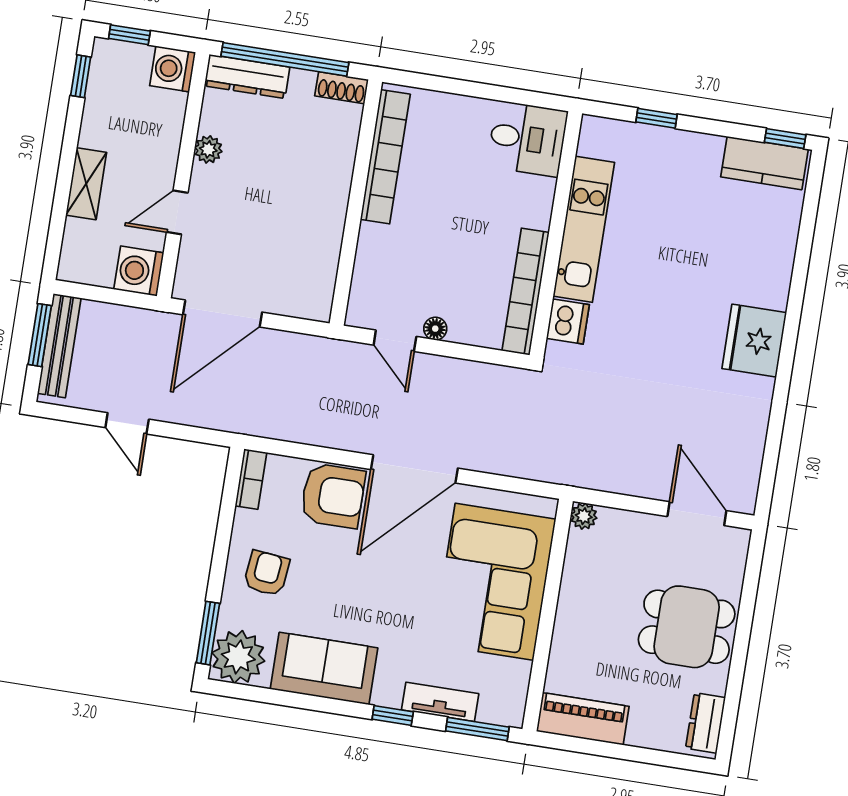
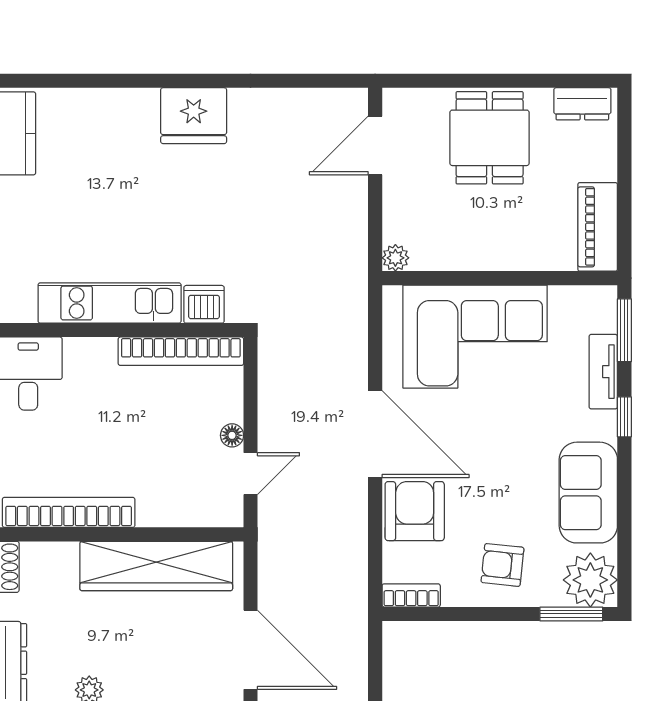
wardrobe: (319, 234) -> (156, 566), added

